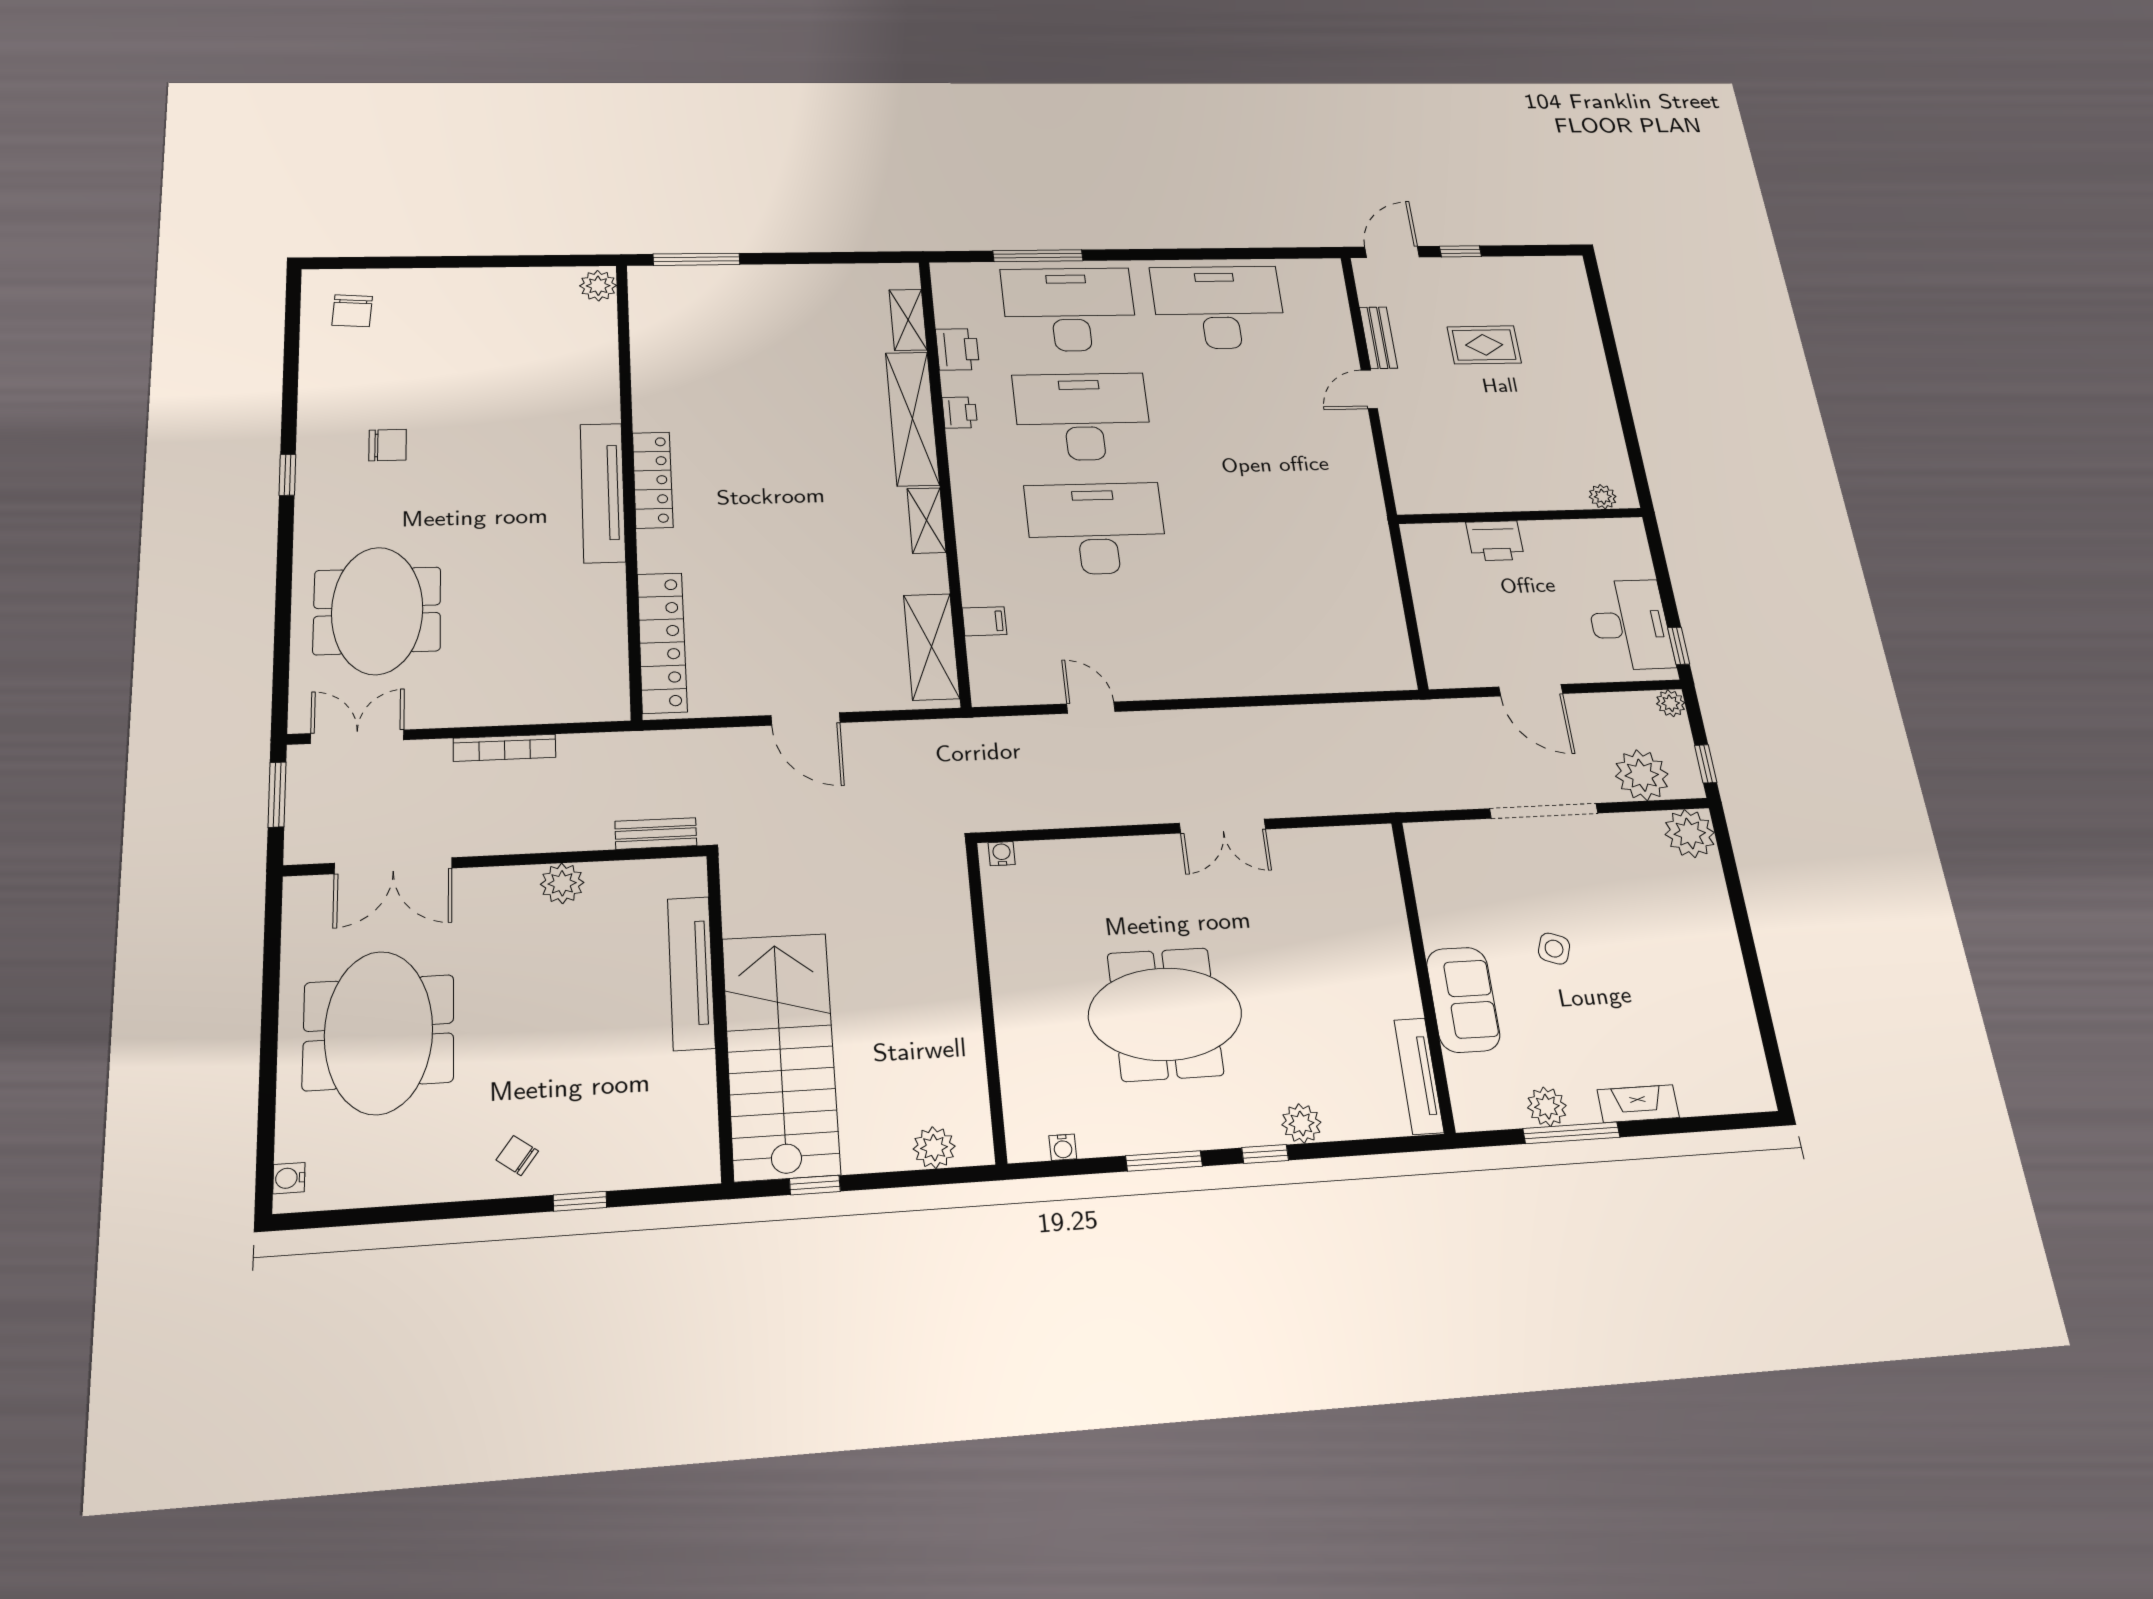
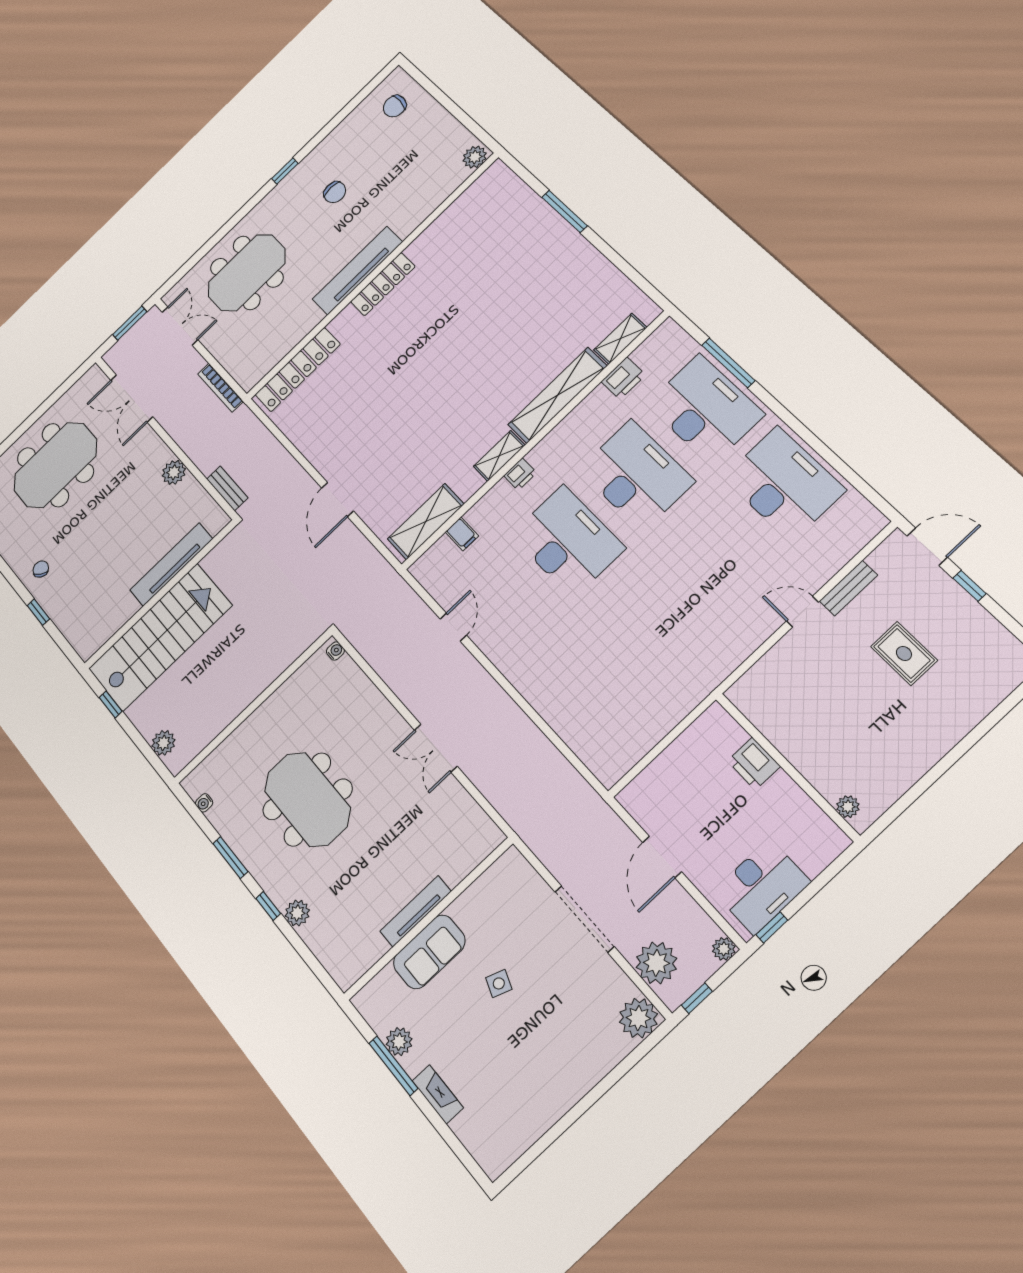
plant: (598, 286) -> (475, 157), moved
printer: (960, 412) -> (520, 474), moved
locker: (653, 480) -> (383, 284), moved
wall: (629, 483) -> (372, 276), moved
tv unit: (603, 492) -> (357, 271), moved
locker: (662, 642) -> (298, 370), moved
tv unit: (1419, 1076) -> (415, 911), moved

